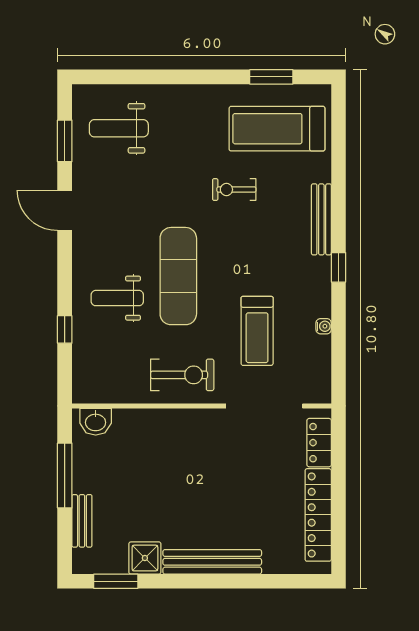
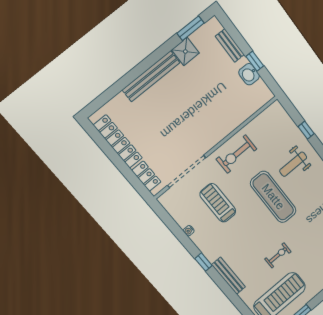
weight bench: (117, 298) -> (293, 164), turned 180
washbasin: (96, 422) -> (249, 74), moved, turned -90
window: (65, 475) -> (255, 61), width x0.46

